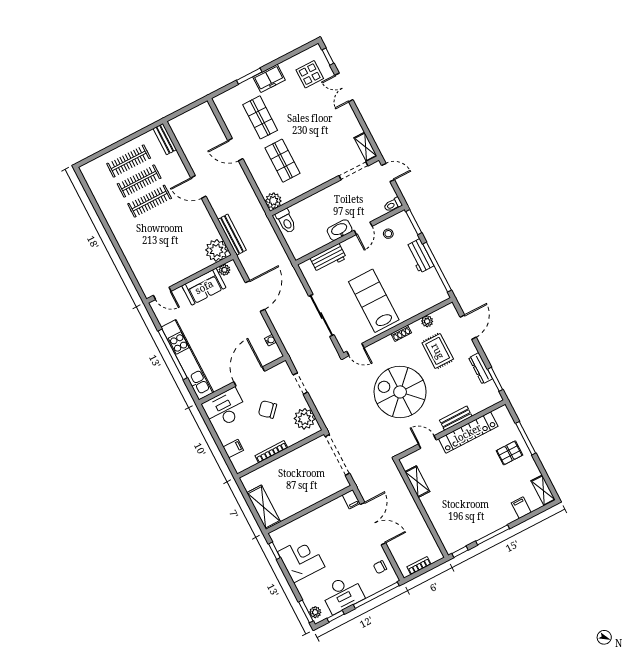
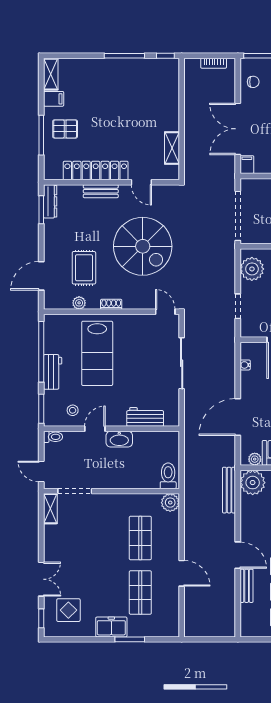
bench: (165, 139) -> (247, 586), moved
lab bench: (374, 301) -> (97, 353), moved
dresser: (481, 368) -> (50, 201), moved
filing cabinet: (521, 508) -> (54, 99), moved, turned -90

